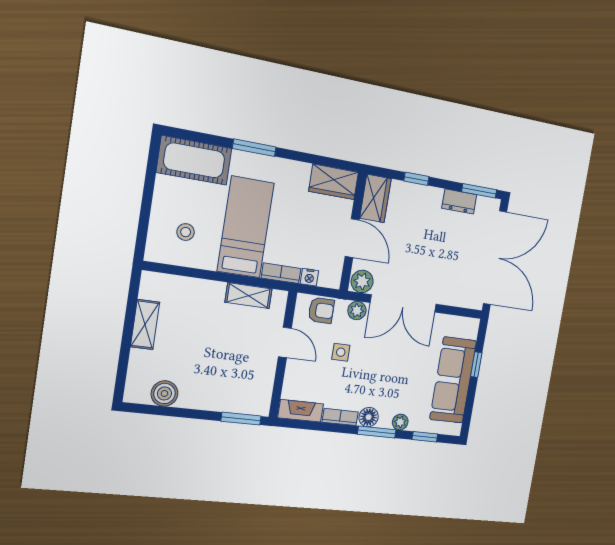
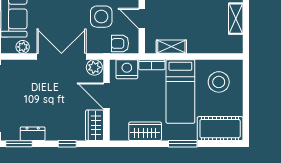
wardrobe: (334, 182) -> (145, 131), moved
stool: (186, 232) -> (219, 82), width x1.89, depth x1.89
nightstand: (309, 277) -> (127, 69), width x1.89, depth x1.79
plant: (357, 311) -> (23, 47), moved
side table: (341, 352) -> (101, 17), width x1.87, depth x1.87

